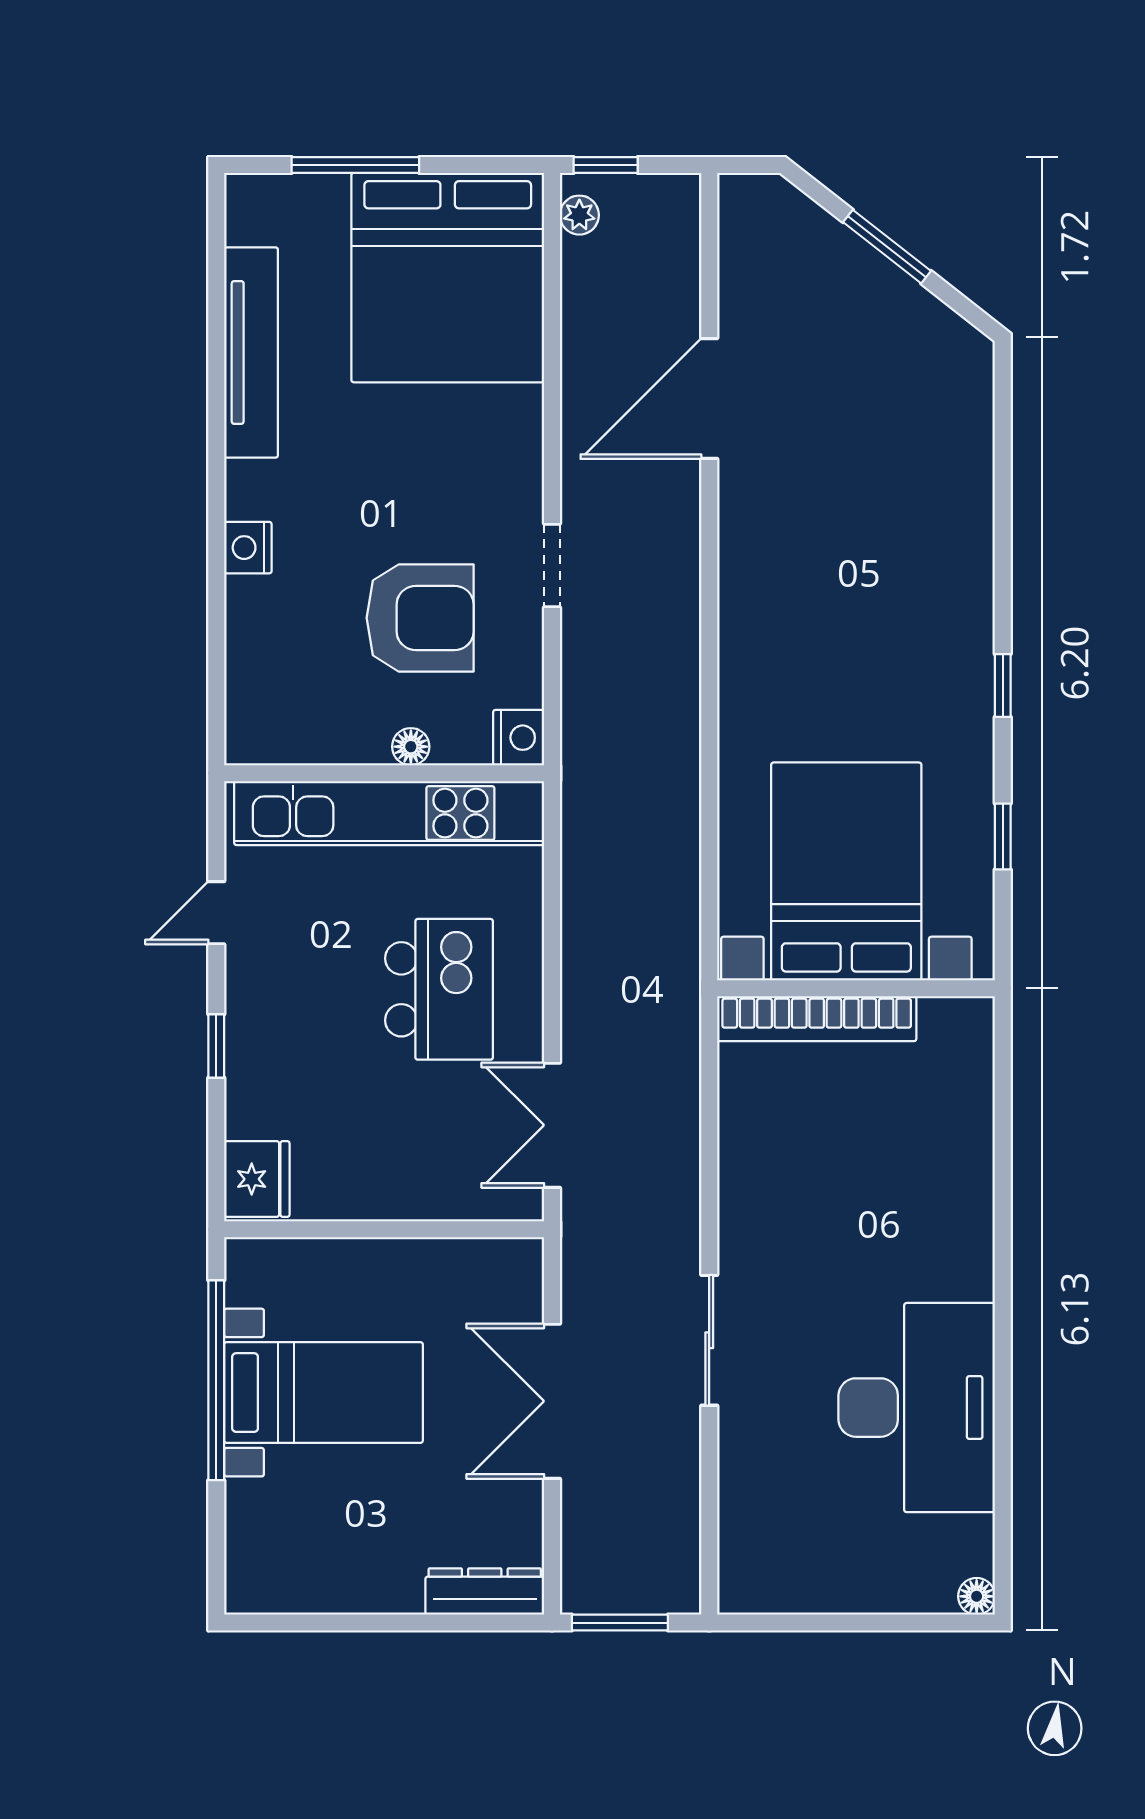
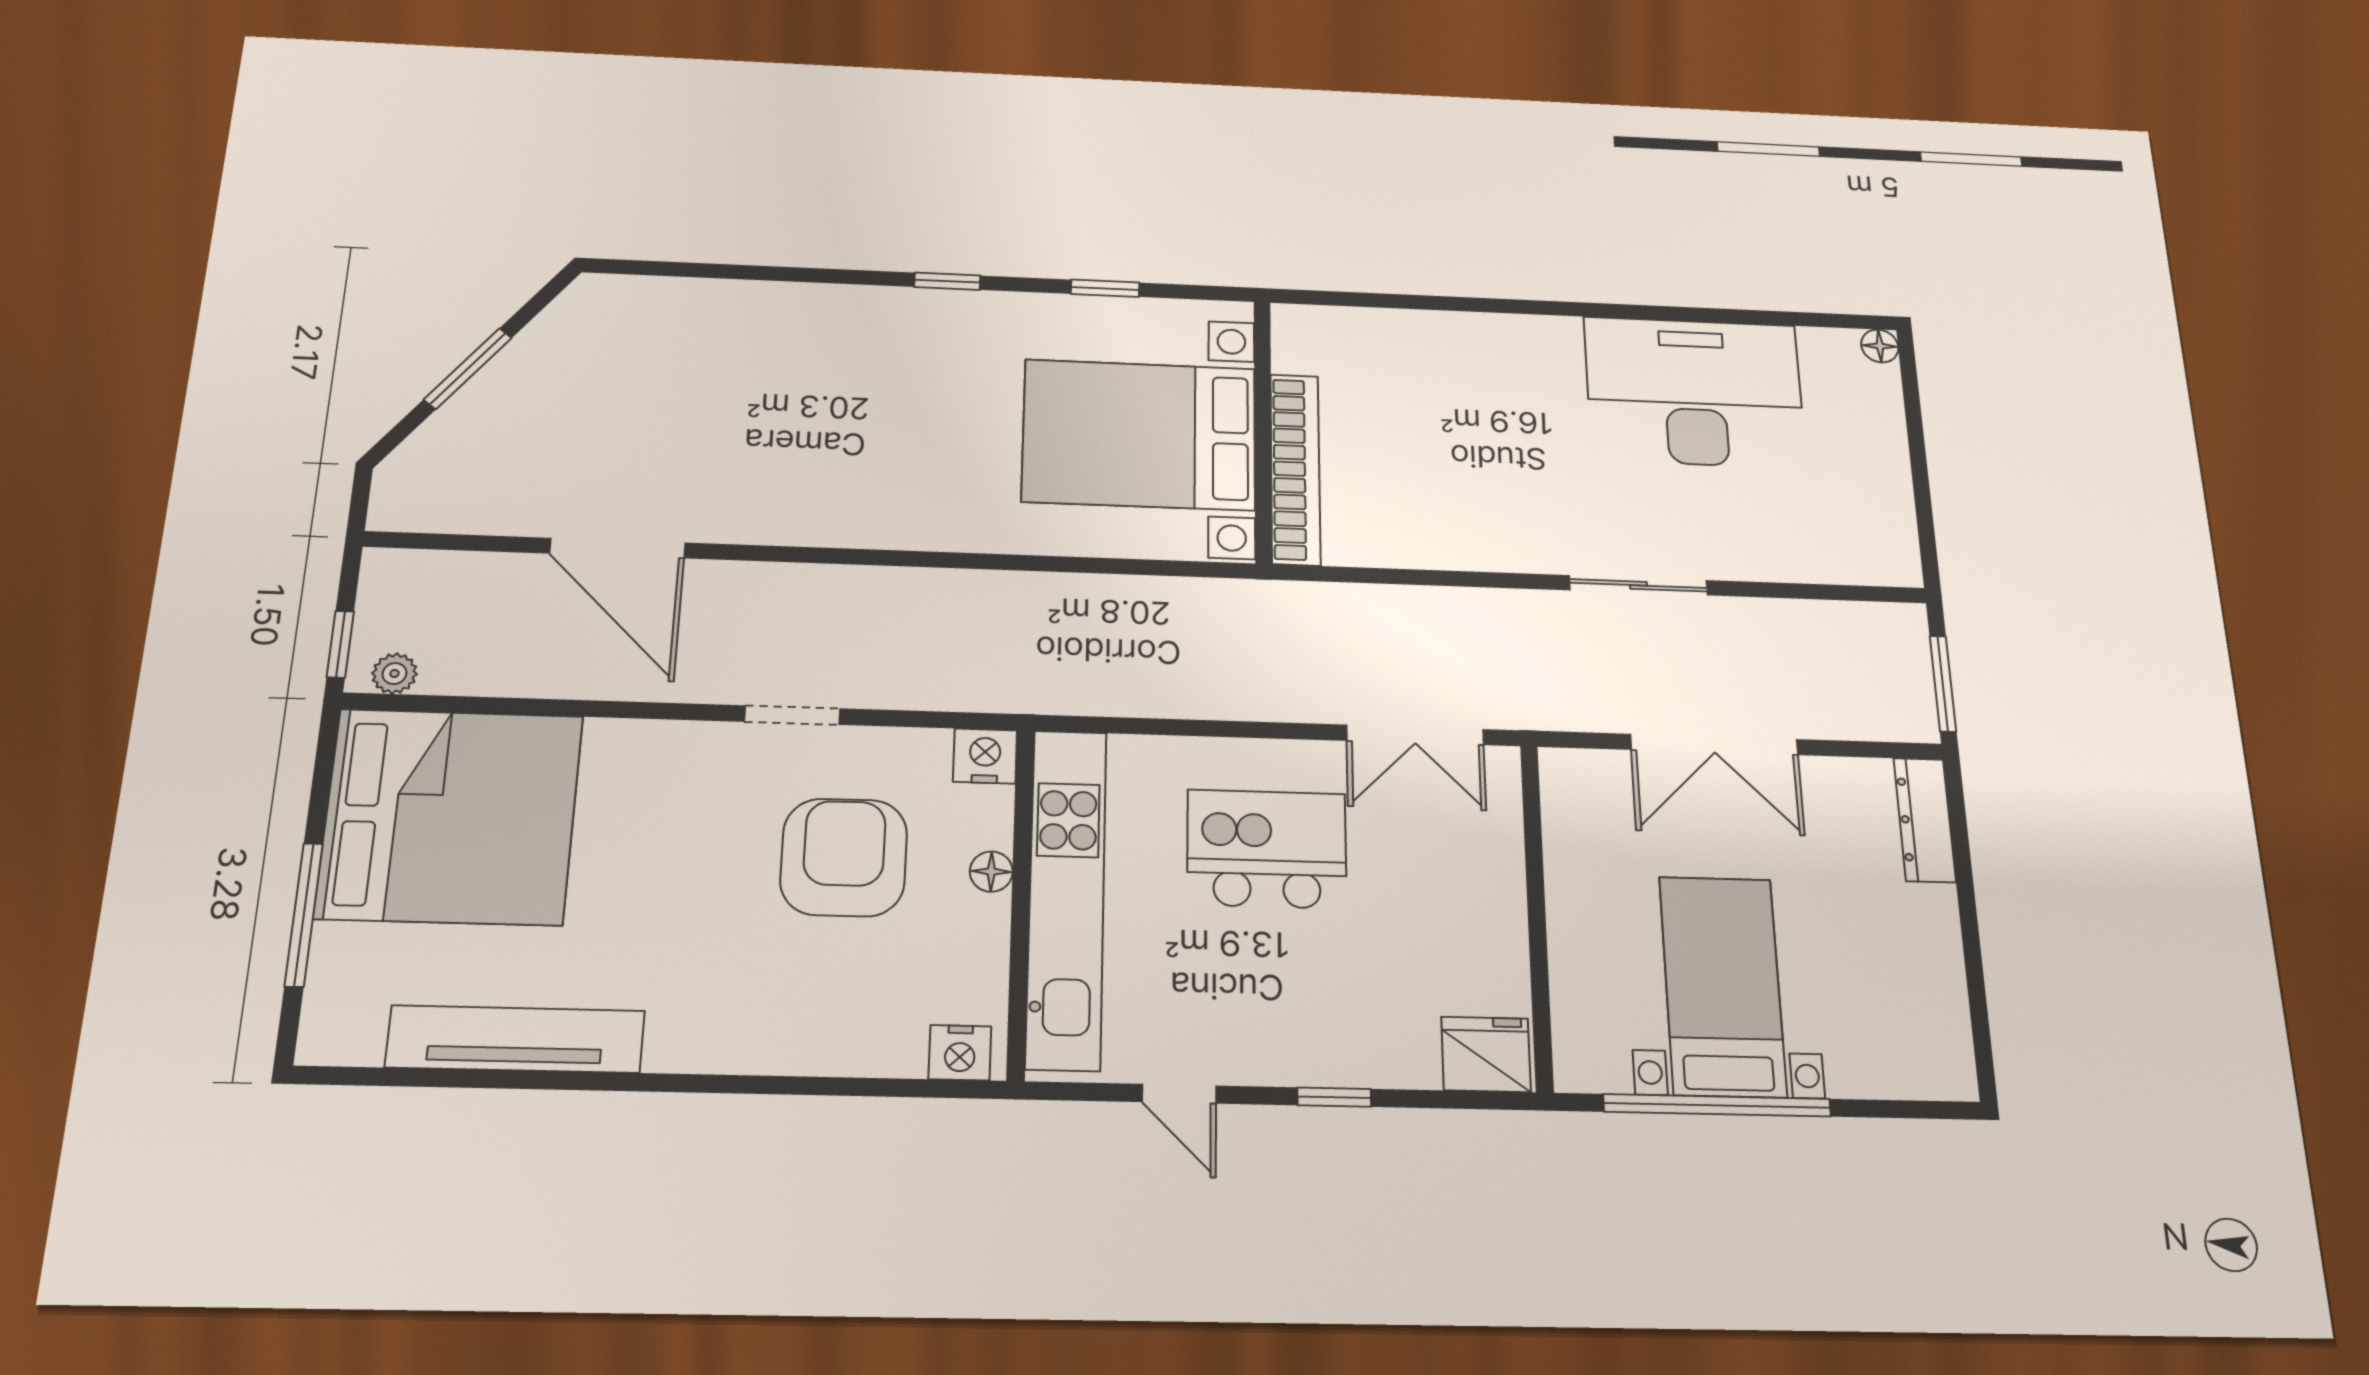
nightstand: (248, 548) -> (960, 1053), moved

